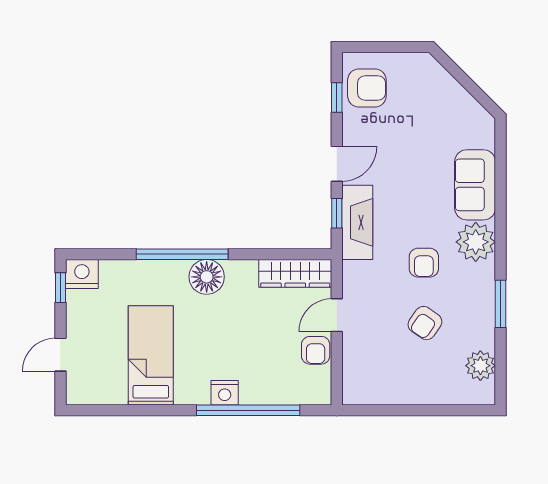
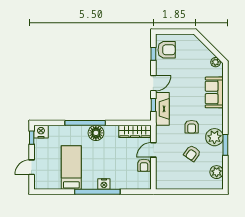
plant: (478, 116) -> (216, 62), added
plant: (476, 242) -> (214, 137), moved
window: (248, 410) -> (97, 192), moved

